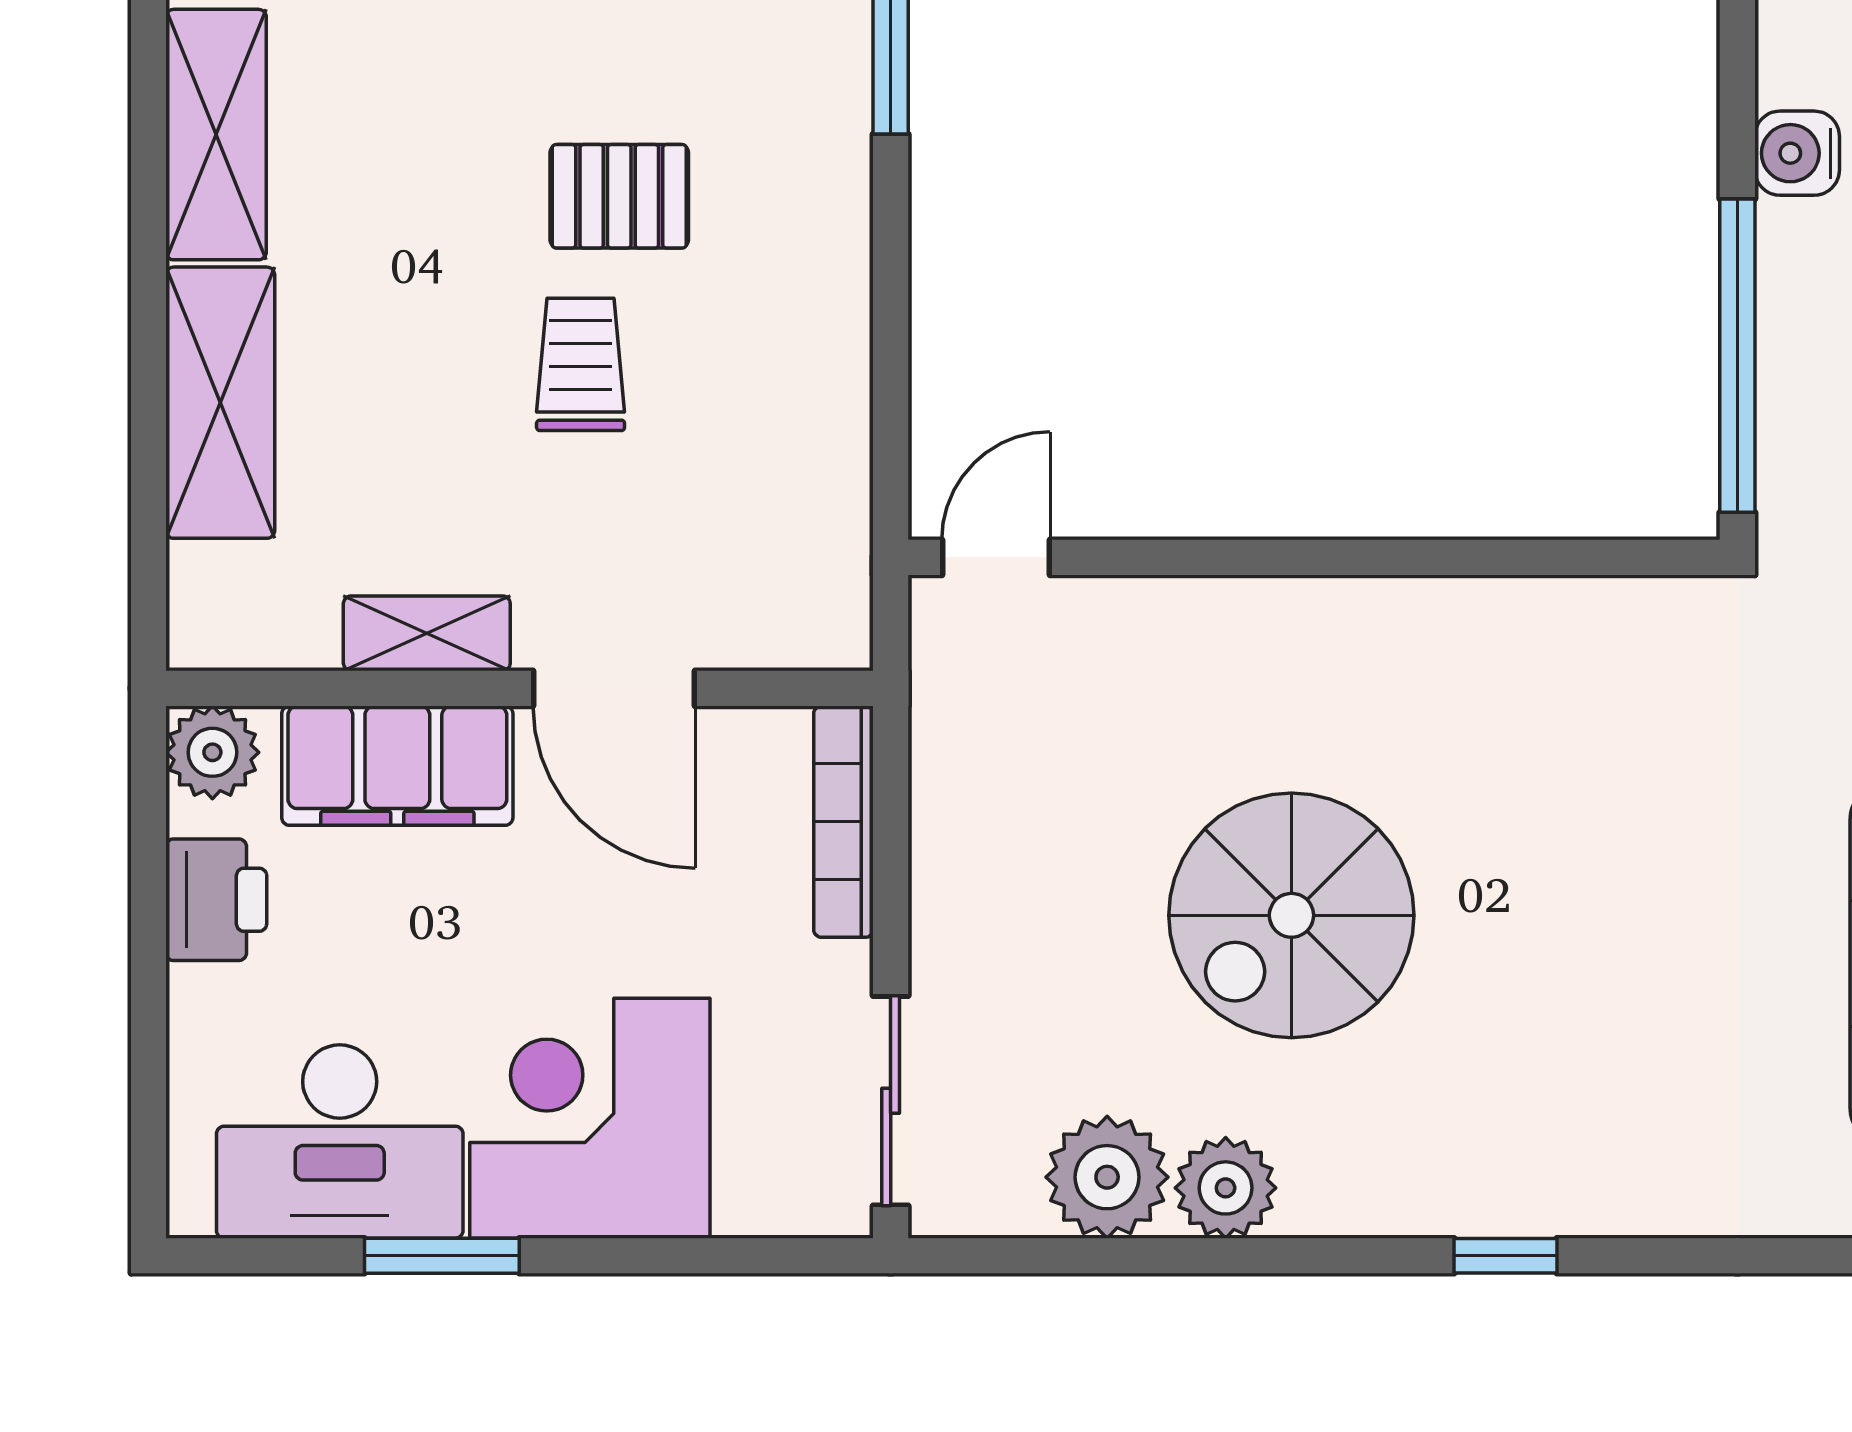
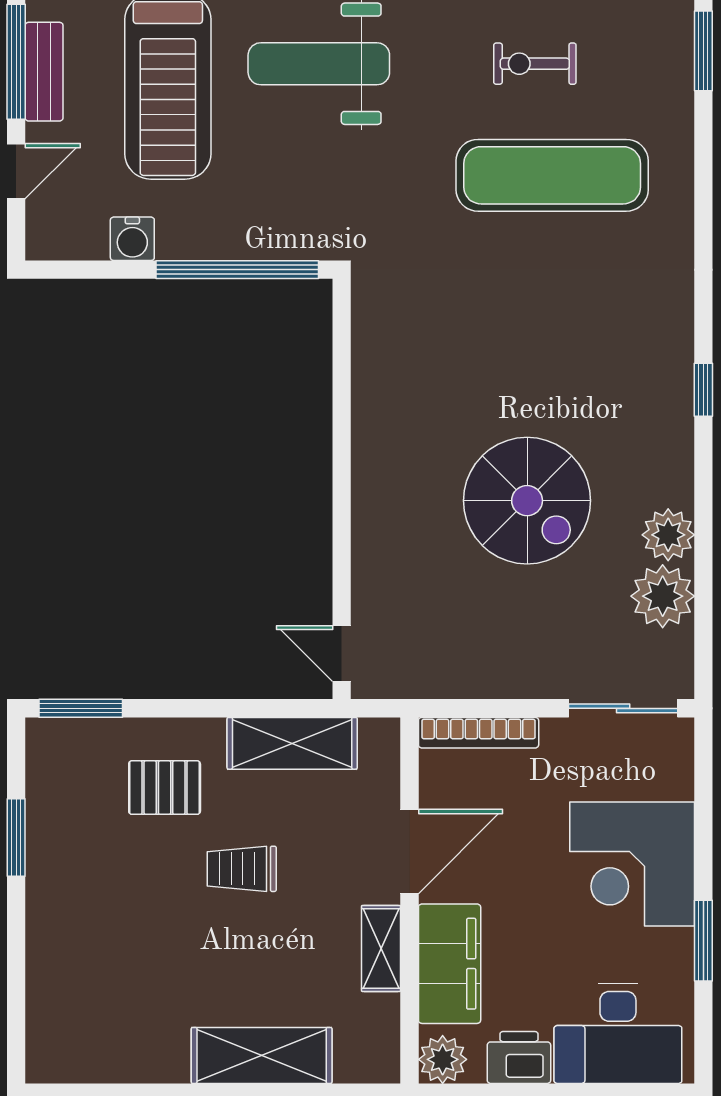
shelving: (216, 135) -> (292, 743), moved
pallet: (619, 196) -> (165, 788), moved, turned 90
desk: (340, 1142) -> (618, 1033), moved, turned 90

